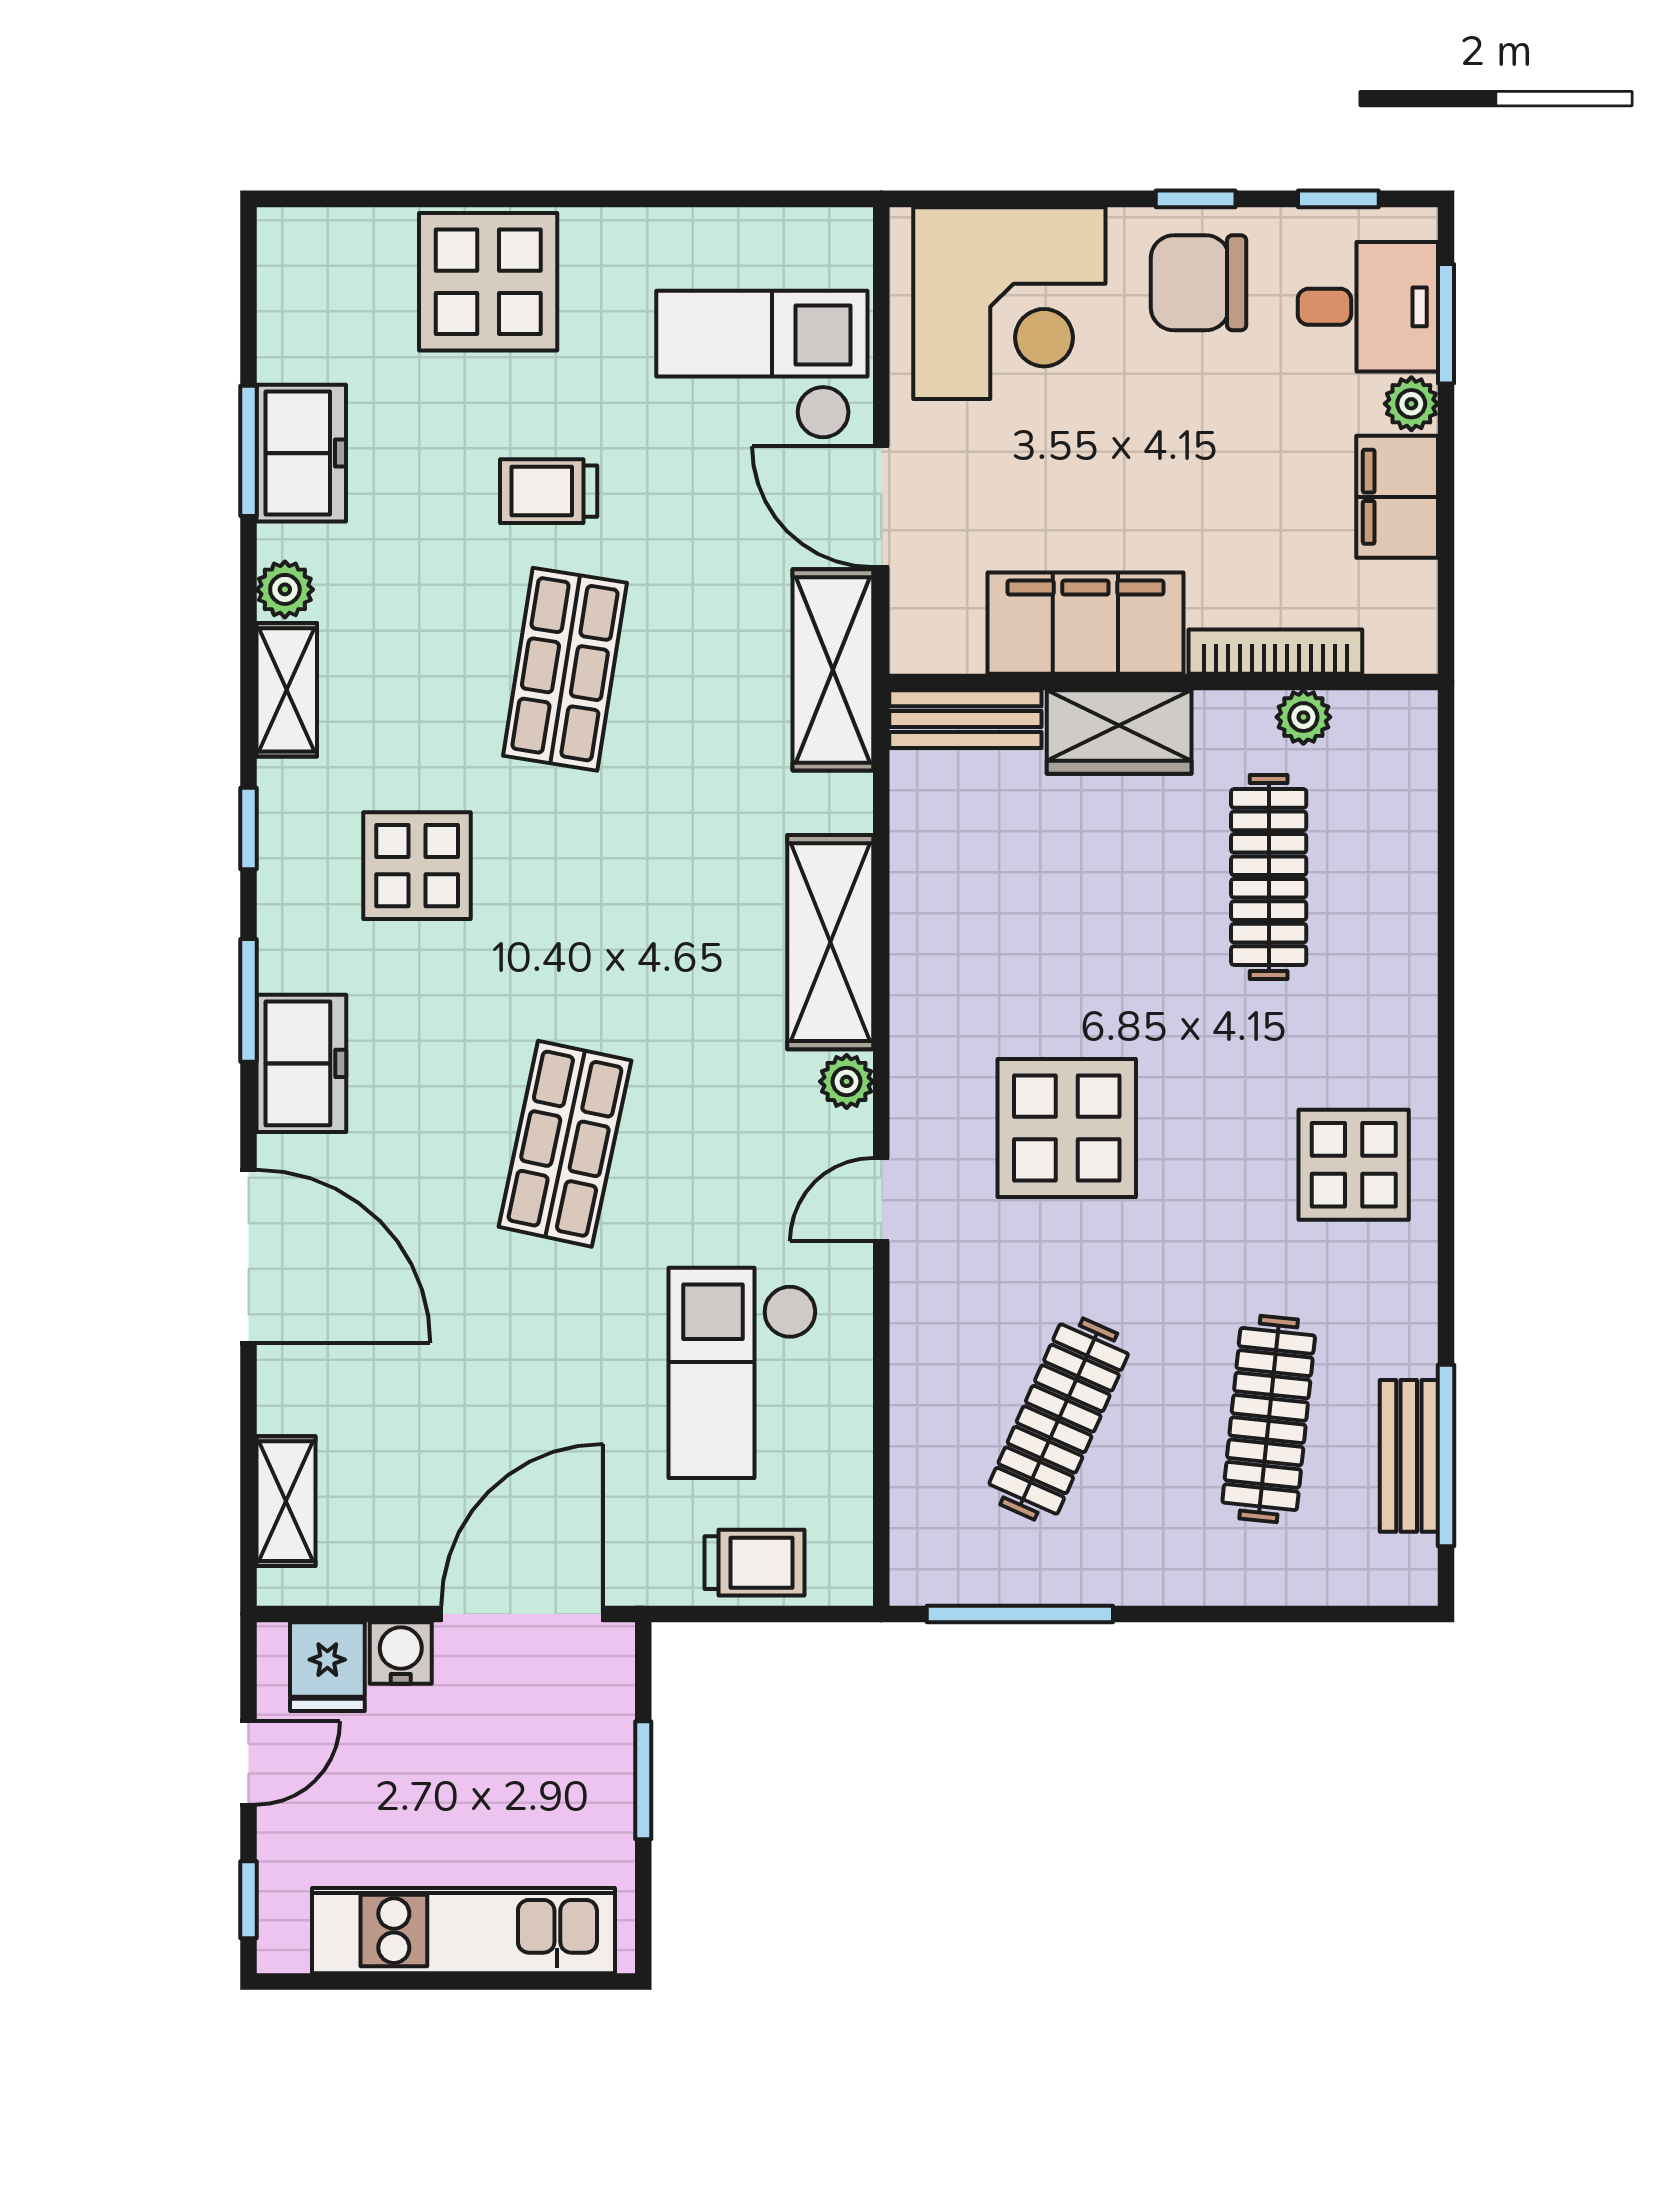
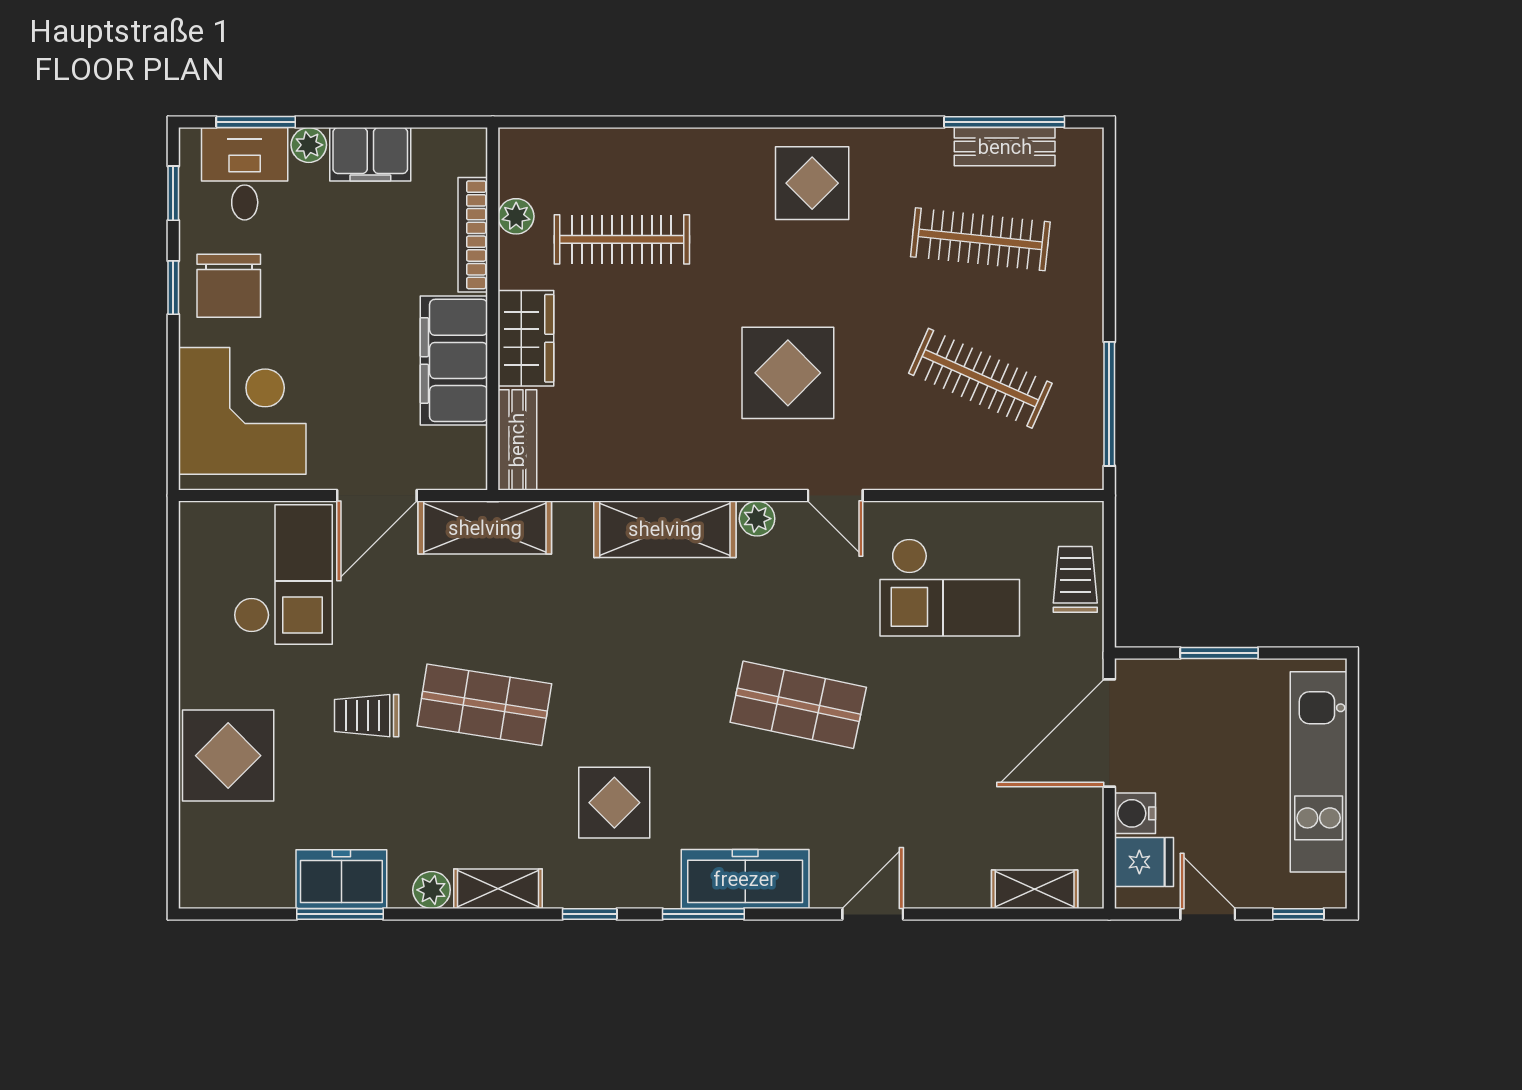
checkout: (762, 365) -> (283, 575), turned 180
trolley: (549, 491) -> (367, 716), turned 90
freezer: (301, 1063) -> (745, 879), width x1.40
door: (249, 1256) -> (873, 914), width x0.53
door: (522, 1614) -> (1109, 733), hinge flipped

